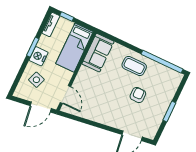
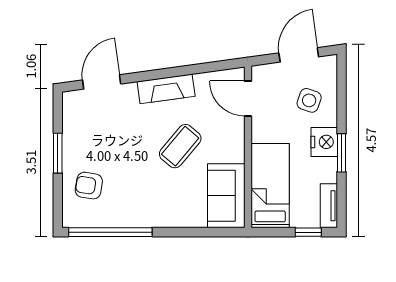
coffee table: (134, 66) -> (180, 146), moved, turned -50
armchair: (138, 95) -> (89, 186), moved, turned 99
door: (41, 107) -> (299, 55), moved
fireplace: (103, 118) -> (166, 89), added

